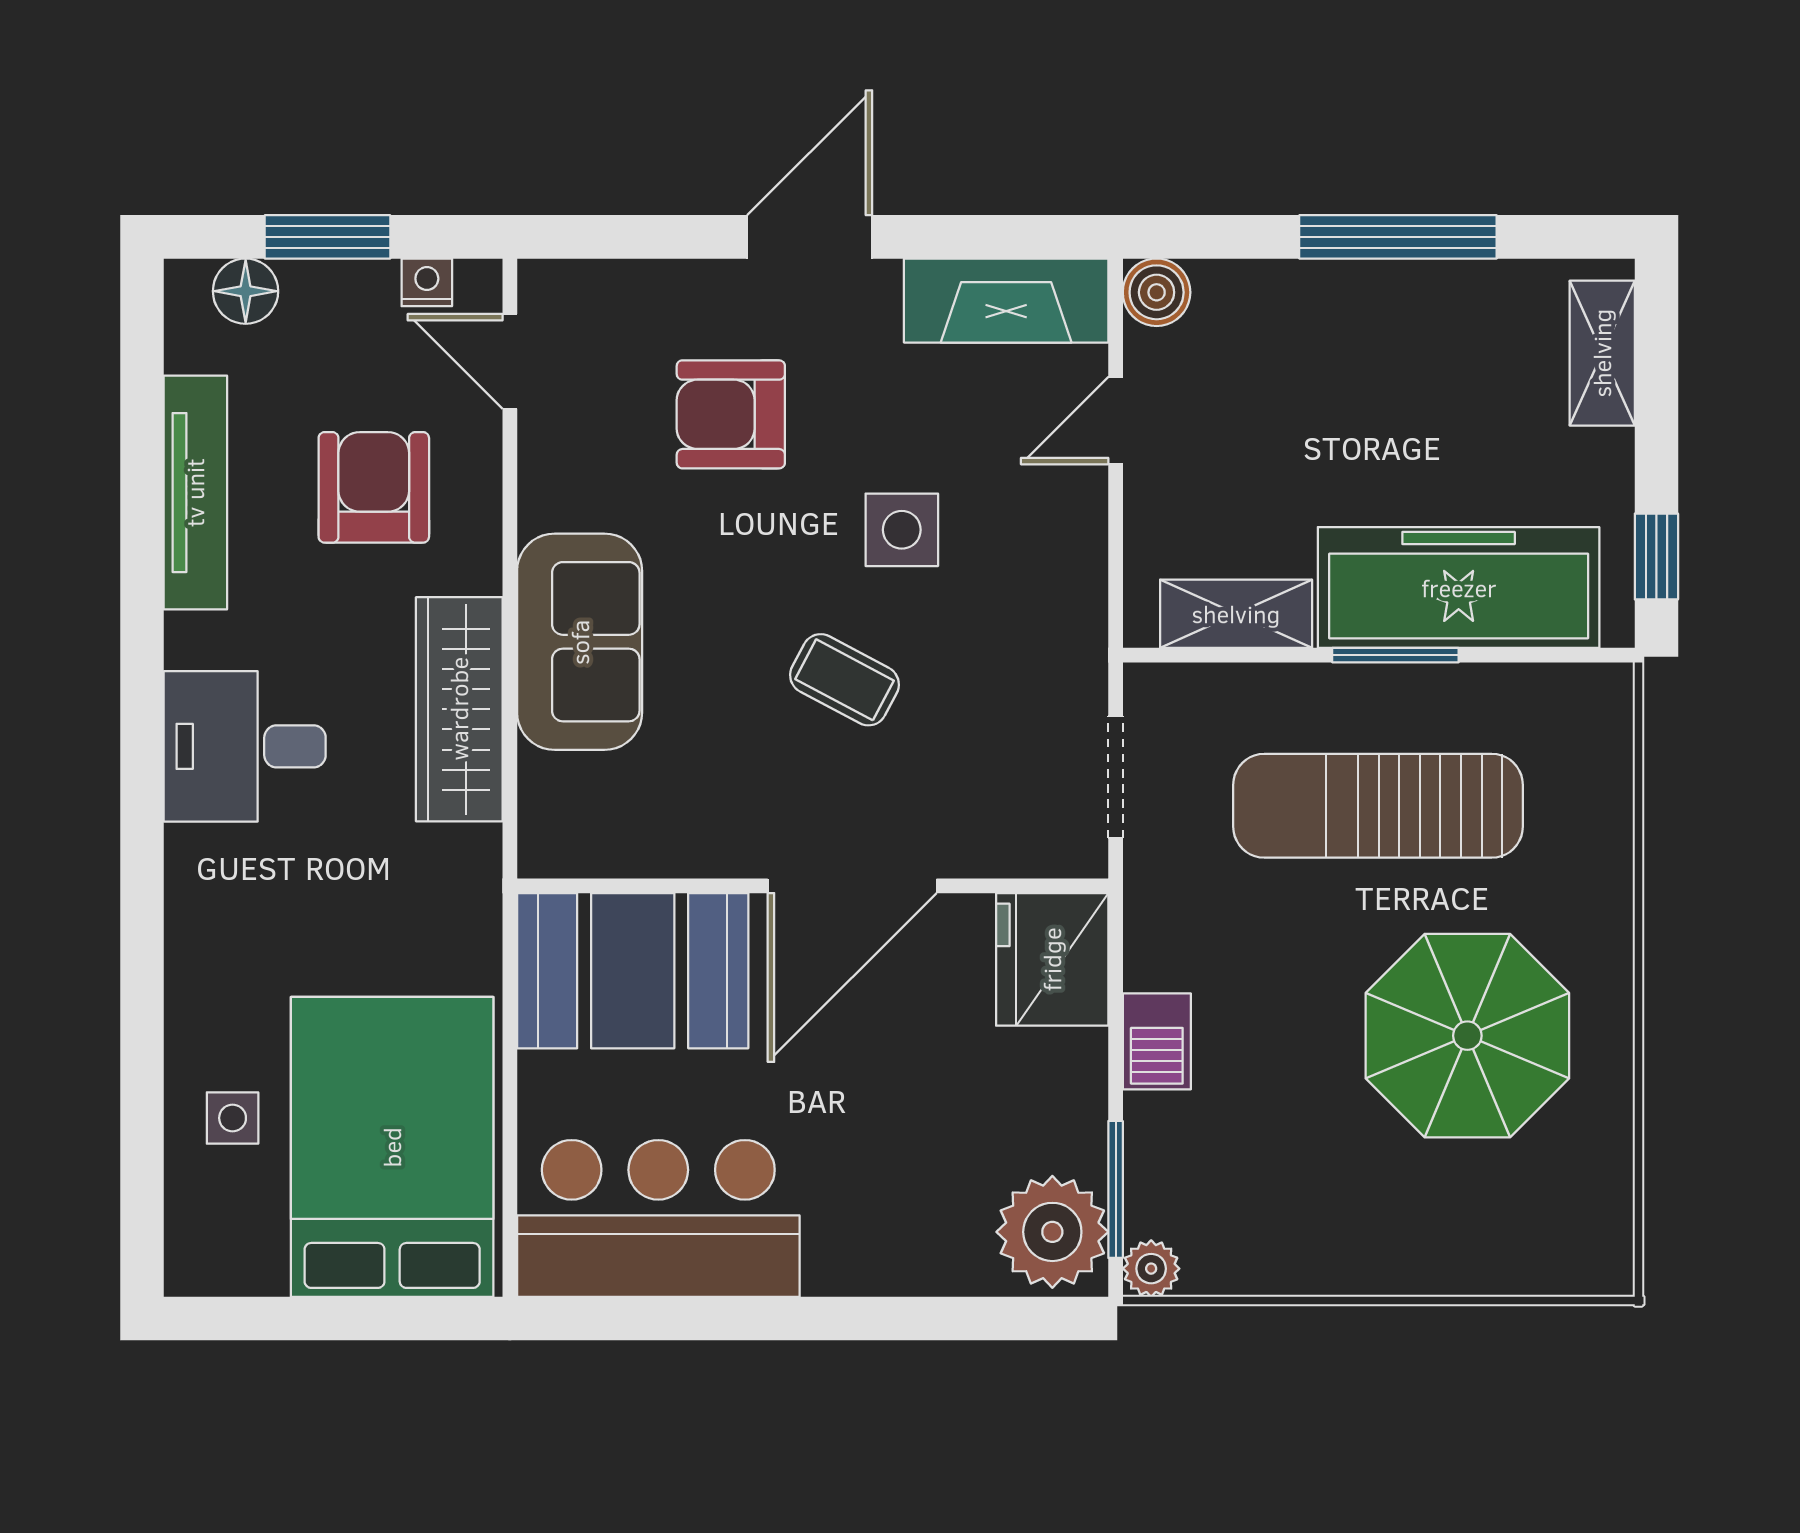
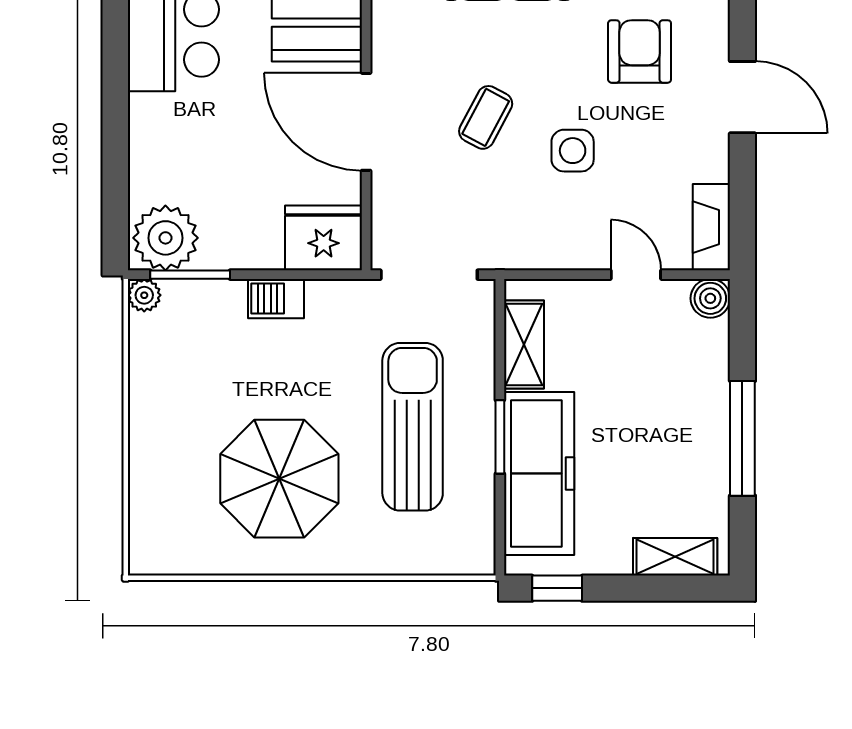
fireplace: (1006, 301) -> (711, 227), width x0.73, depth x0.76
doorway: (1116, 777) -> (429, 275), width x1.38

